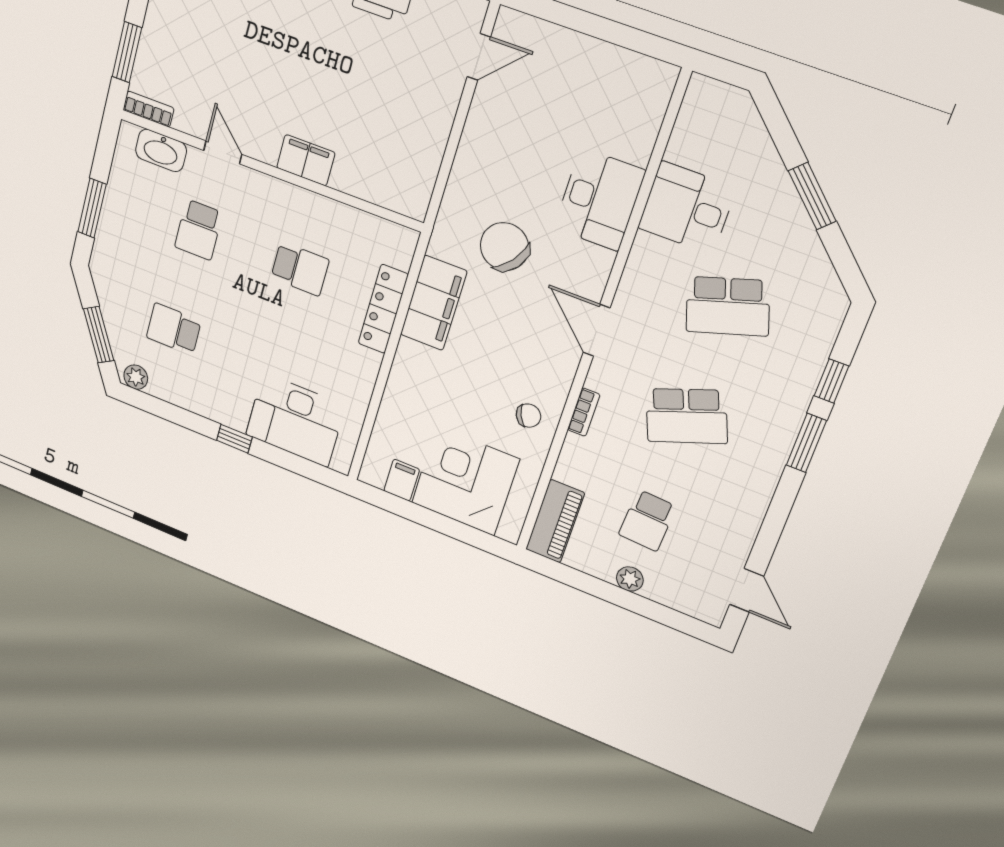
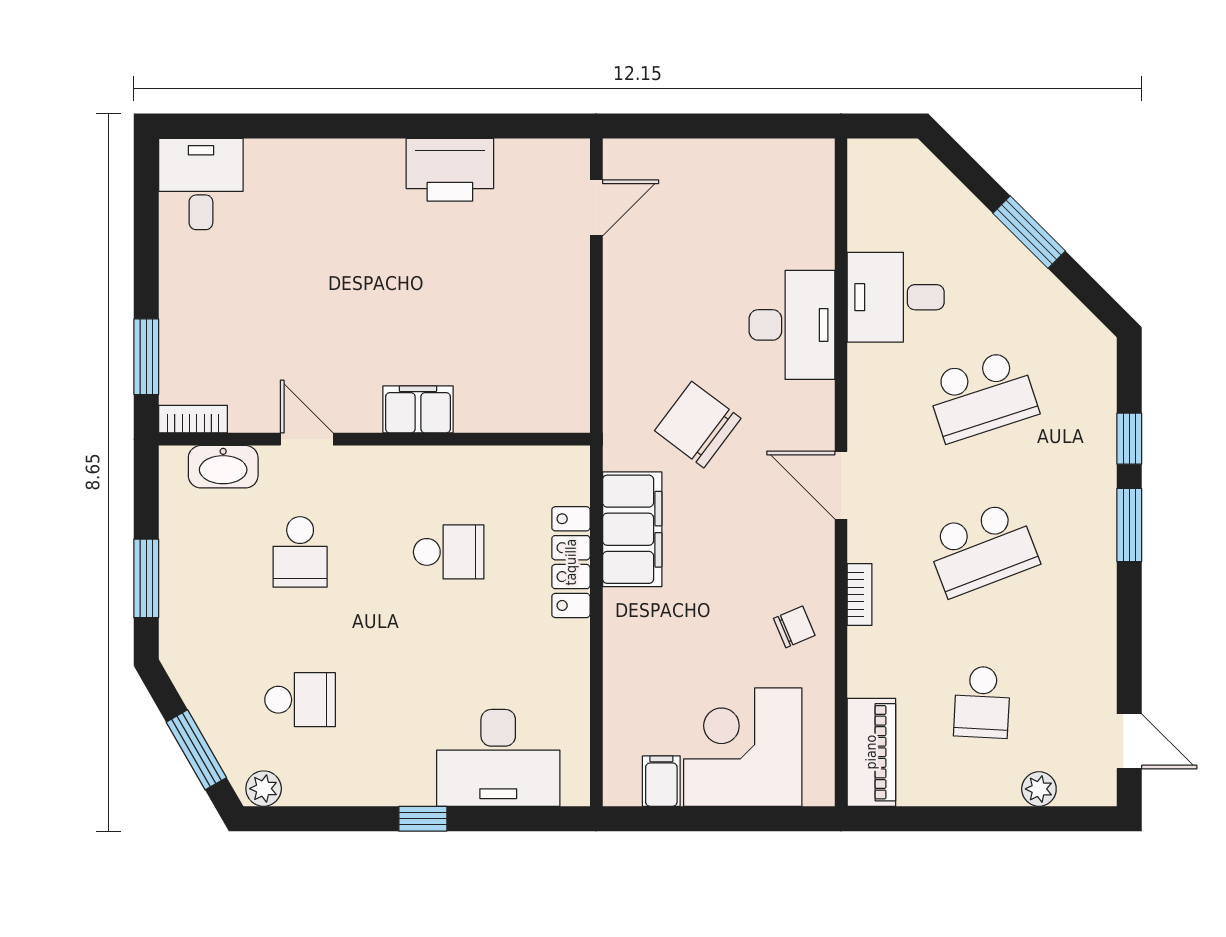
school desk: (174, 329) -> (300, 700), turned 180
plant: (630, 579) -> (1039, 789), moved

